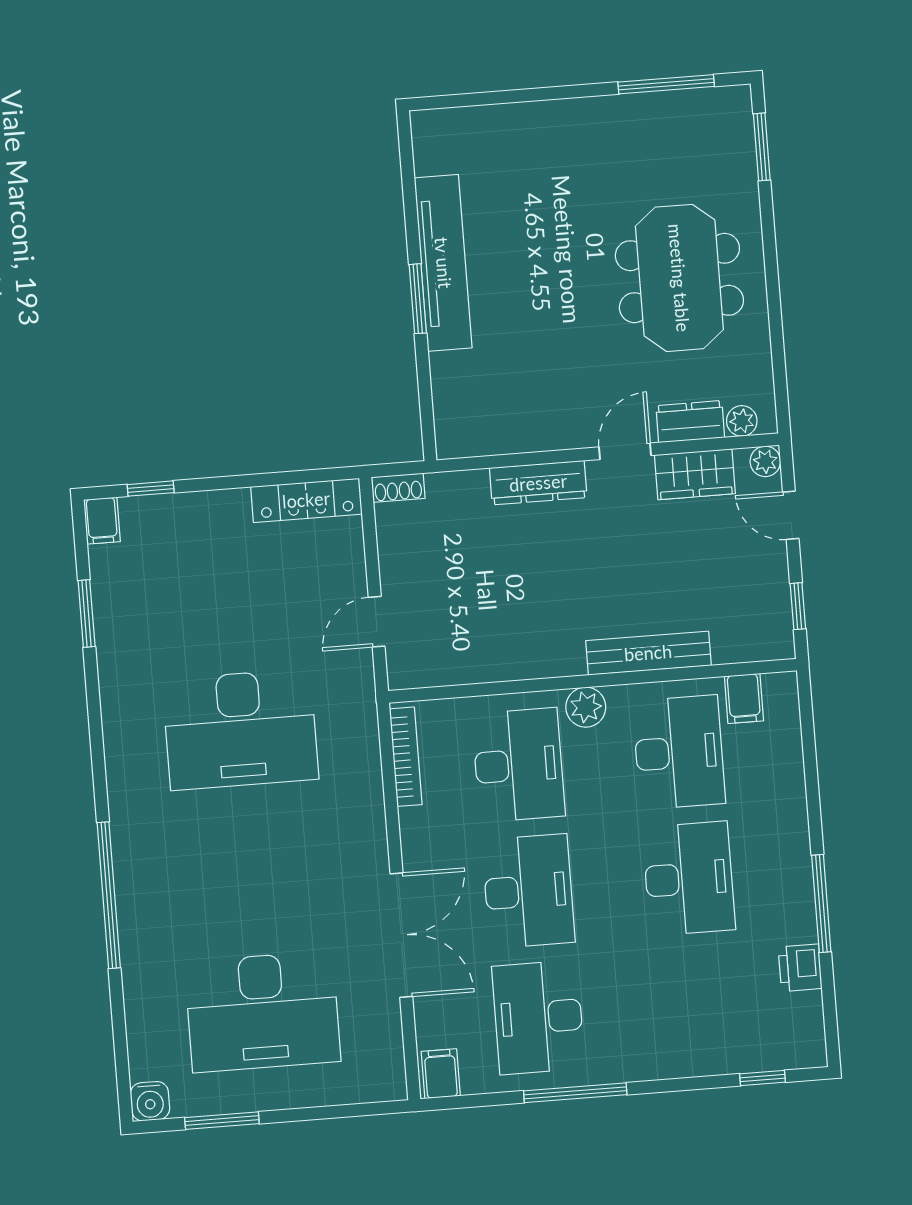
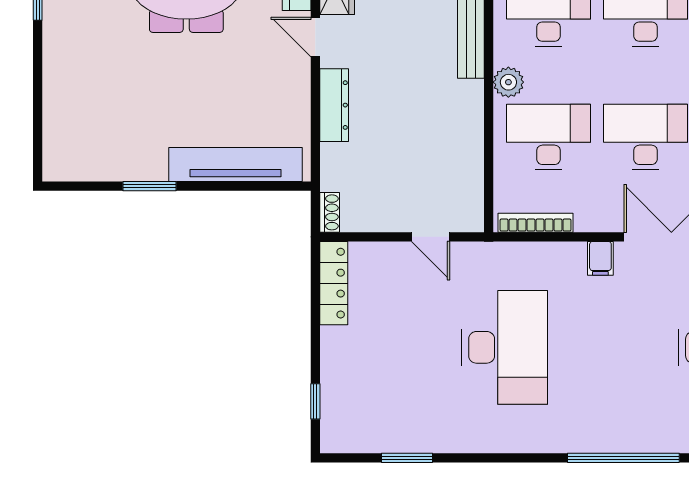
tv unit: (443, 263) -> (236, 164), moved
window: (418, 299) -> (150, 186), moved
filing cabinet: (102, 521) -> (600, 258), moved, turned 90

